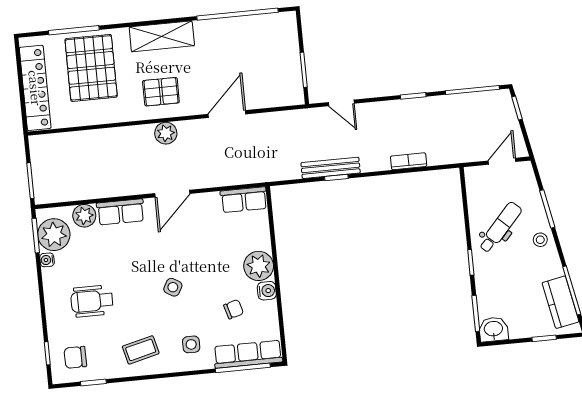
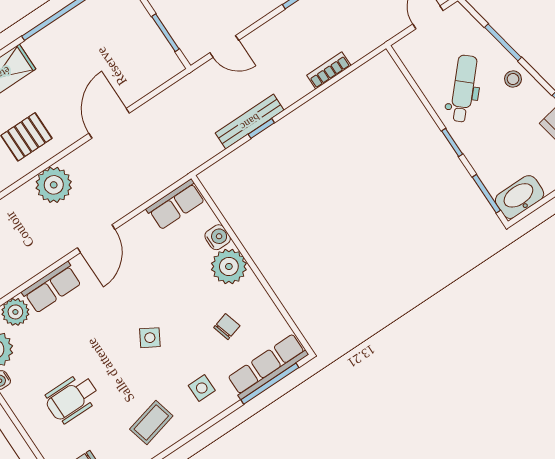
plant: (166, 133) -> (54, 185), width x1.36, depth x1.36
water cooler: (267, 291) -> (218, 237), moved
washbasin: (493, 329) -> (520, 197), width x1.38

